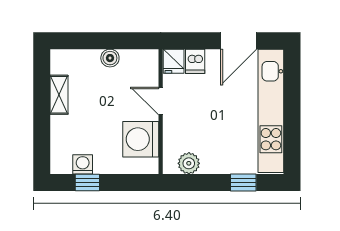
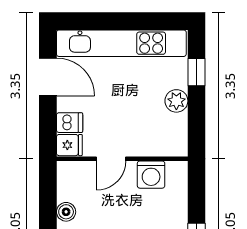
washing machine: (141, 139) -> (151, 175), width x0.73, depth x0.73
plant: (189, 163) -> (176, 101), moved

